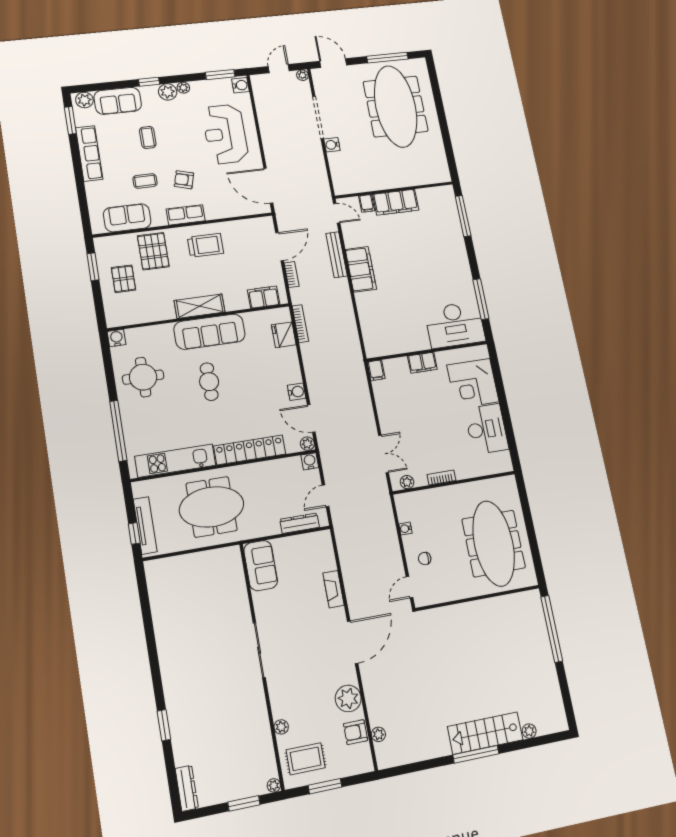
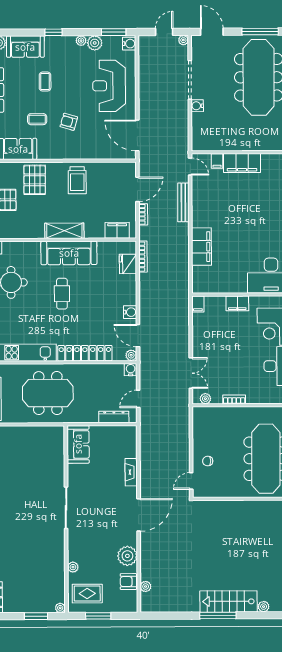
plant: (168, 92) -> (95, 43), moved
row of seats: (186, 215) -> (65, 152), removed
trolley: (205, 245) -> (77, 180), turned 90
filing cabinet: (361, 269) -> (201, 247), moved
water cooler: (405, 529) -> (197, 435), removed

